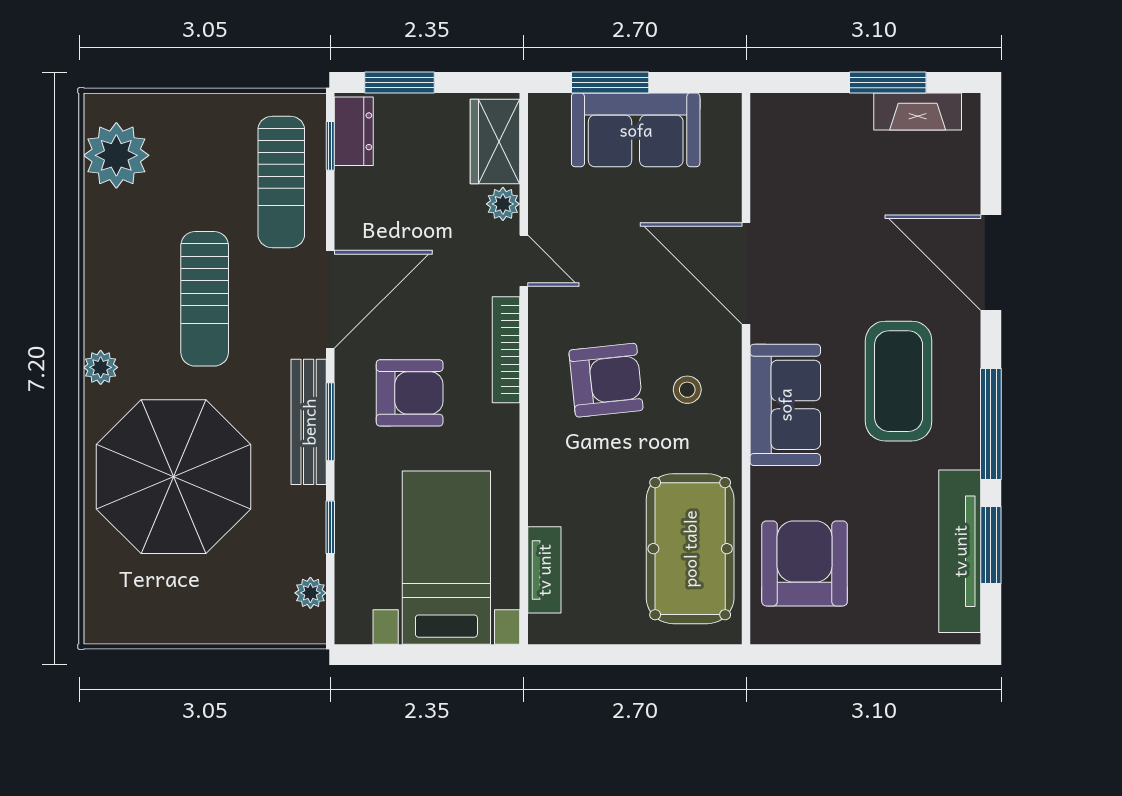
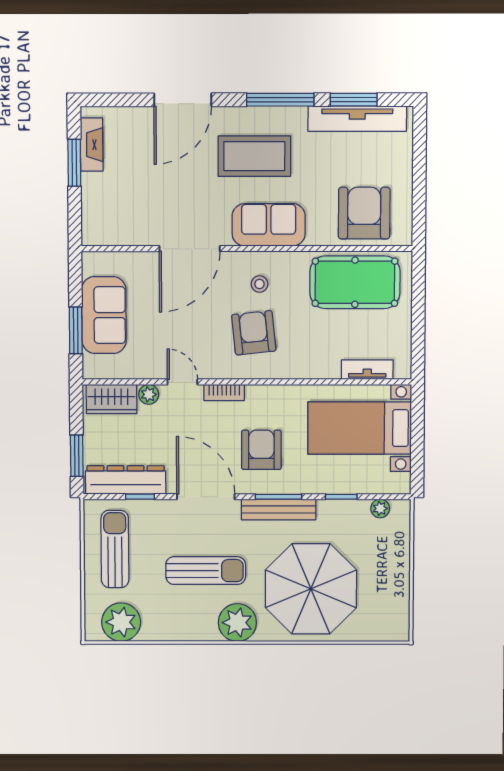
dresser: (354, 131) -> (126, 480), width x1.96, depth x1.24
window: (330, 146) -> (140, 497), moved
sun lounger: (281, 182) -> (115, 549), moved, turned -90
door: (524, 261) -> (182, 382), hinge flipped
bookcase: (506, 350) -> (224, 393), width x0.64
plant: (101, 367) -> (237, 623), width x1.88, depth x1.88
armchair: (805, 563) -> (364, 213), turned 90

